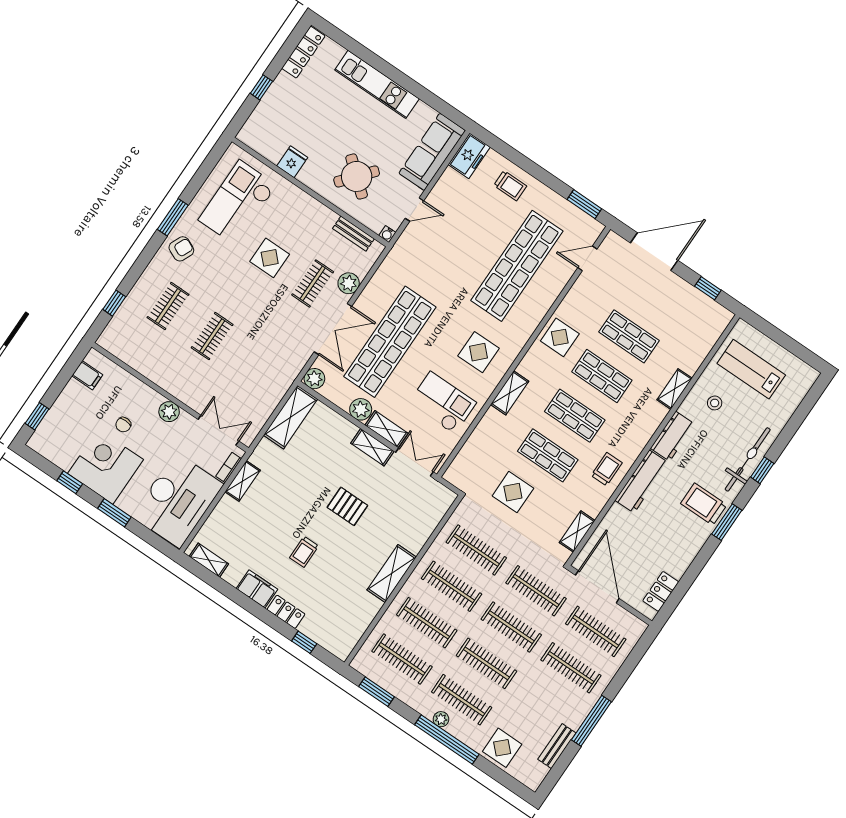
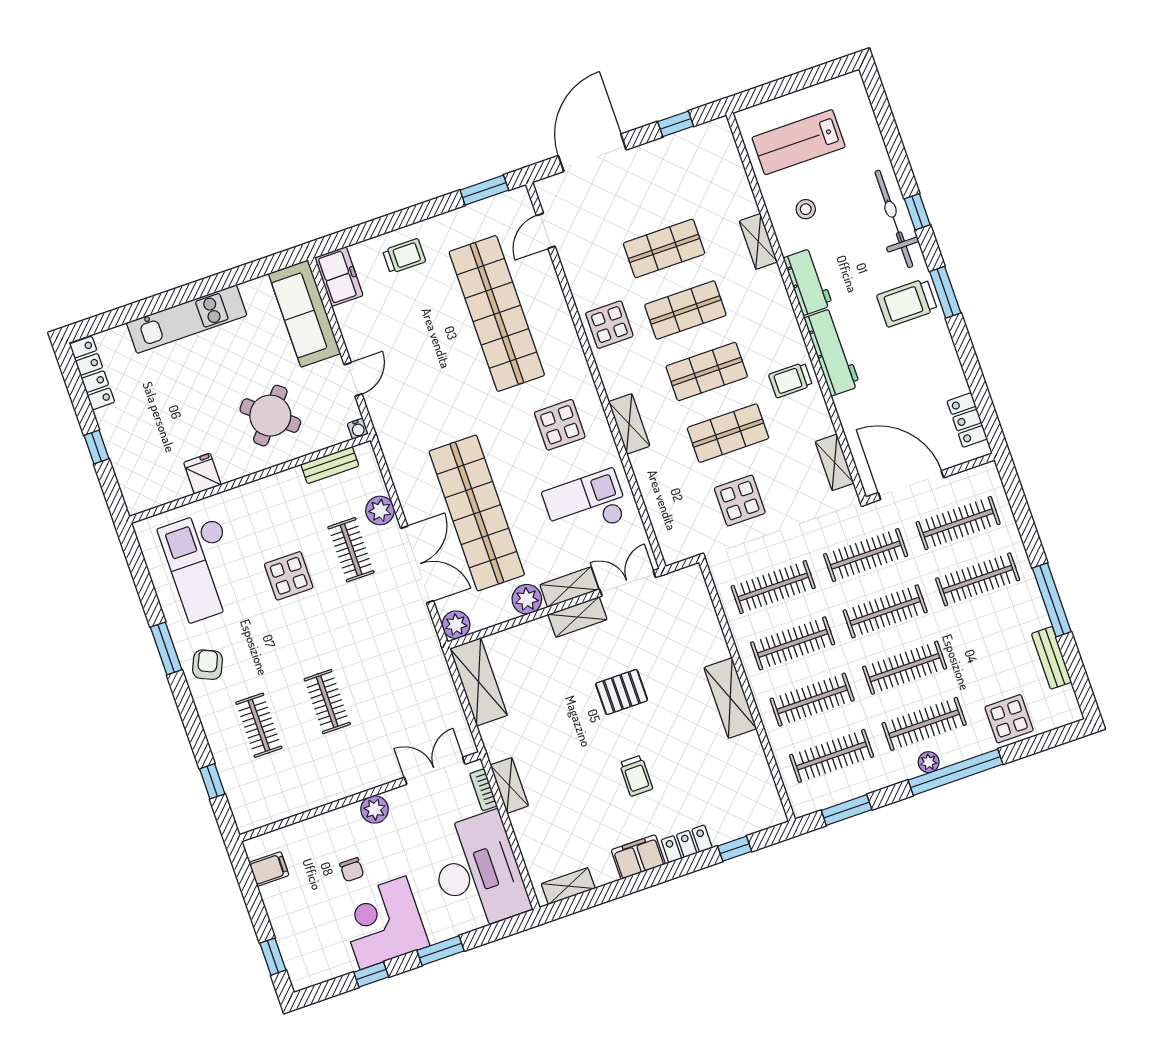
trolley: (607, 469) -> (790, 380), turned -90

